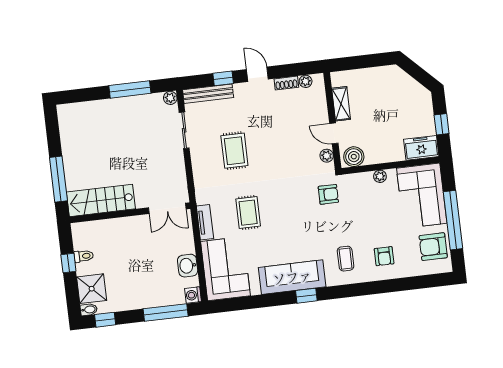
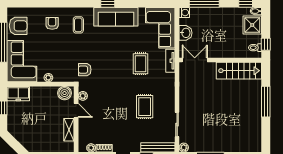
stairs: (101, 200) -> (239, 71), moved
double door: (167, 208) -> (195, 60), moved
wall: (130, 213) -> (220, 60), moved

